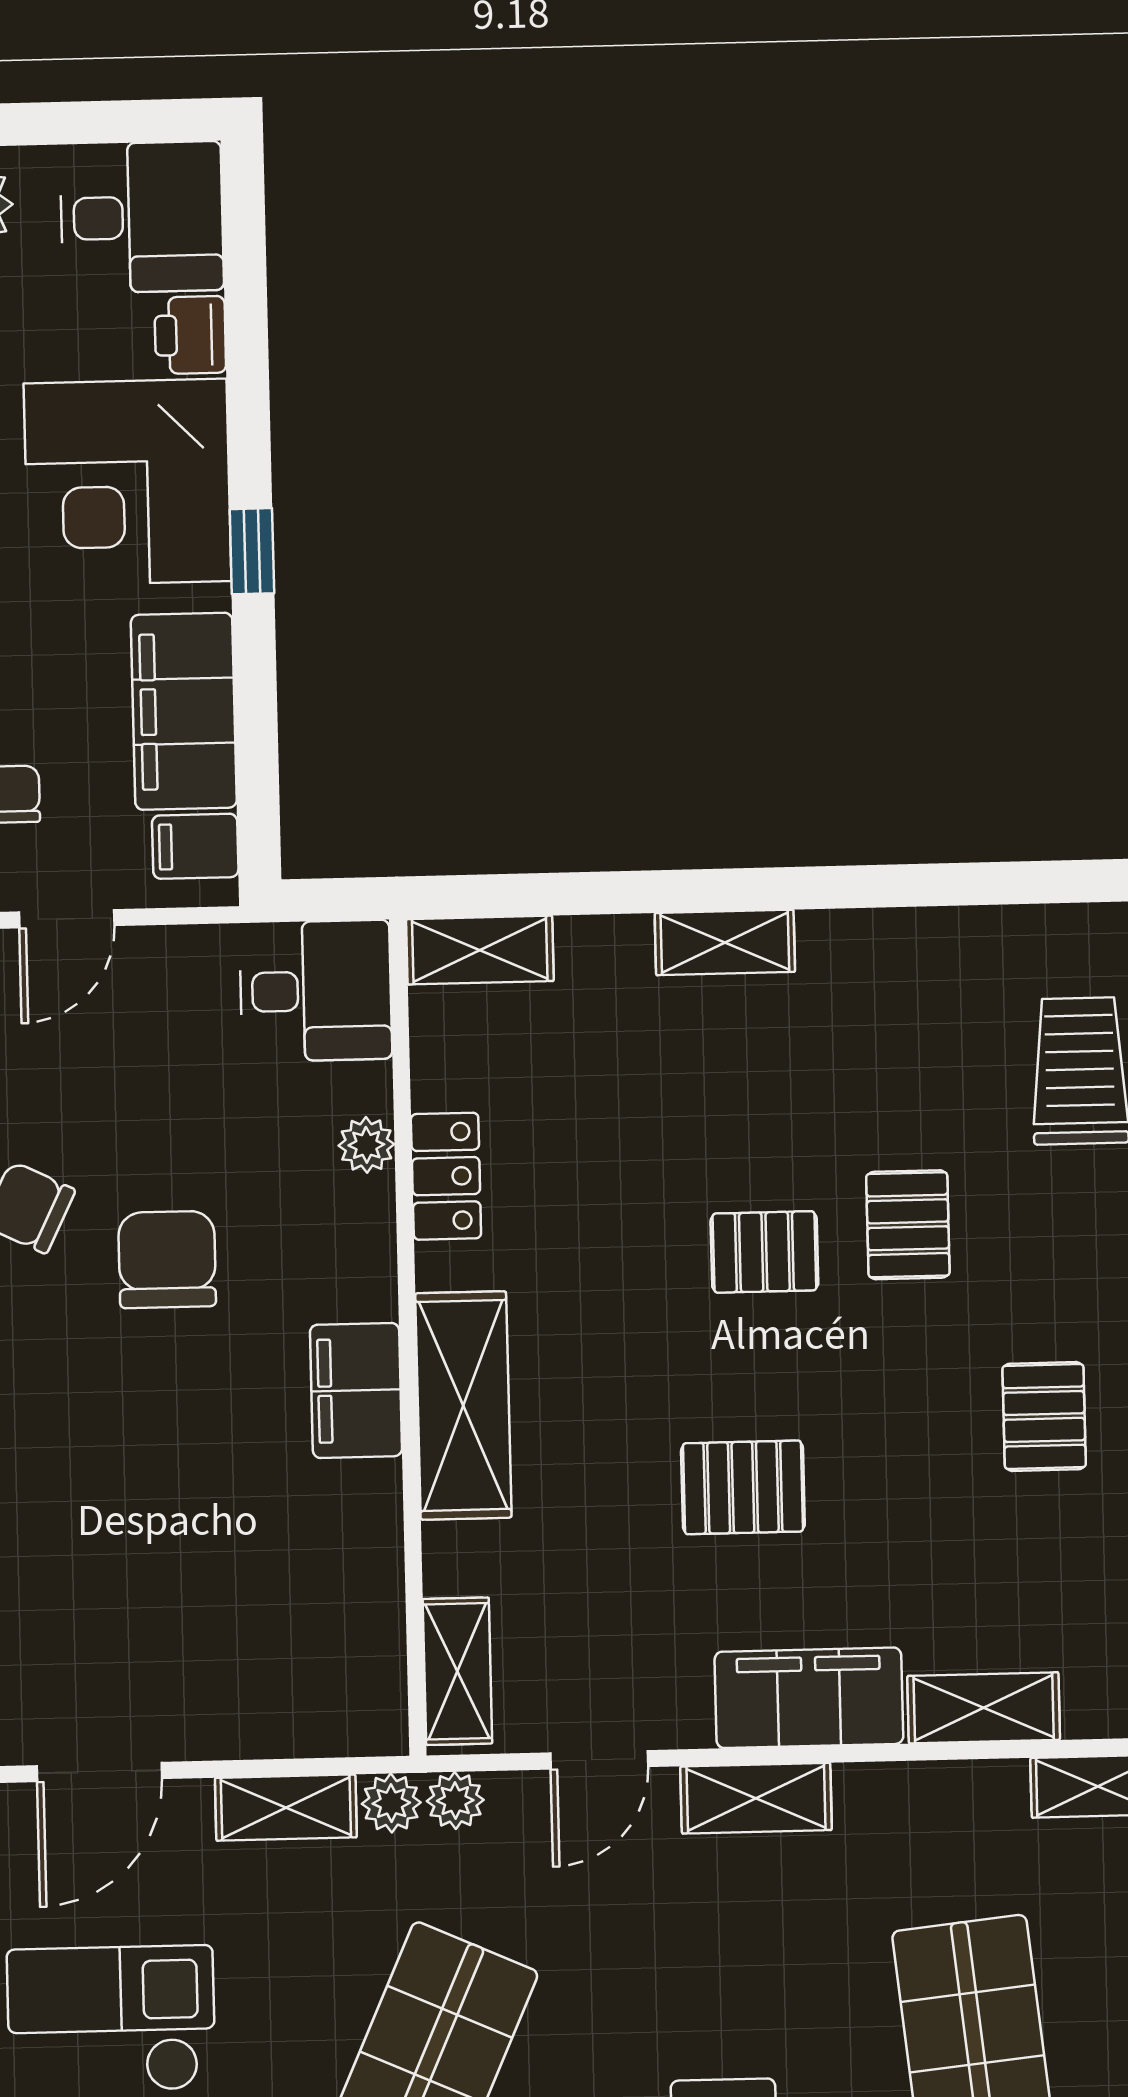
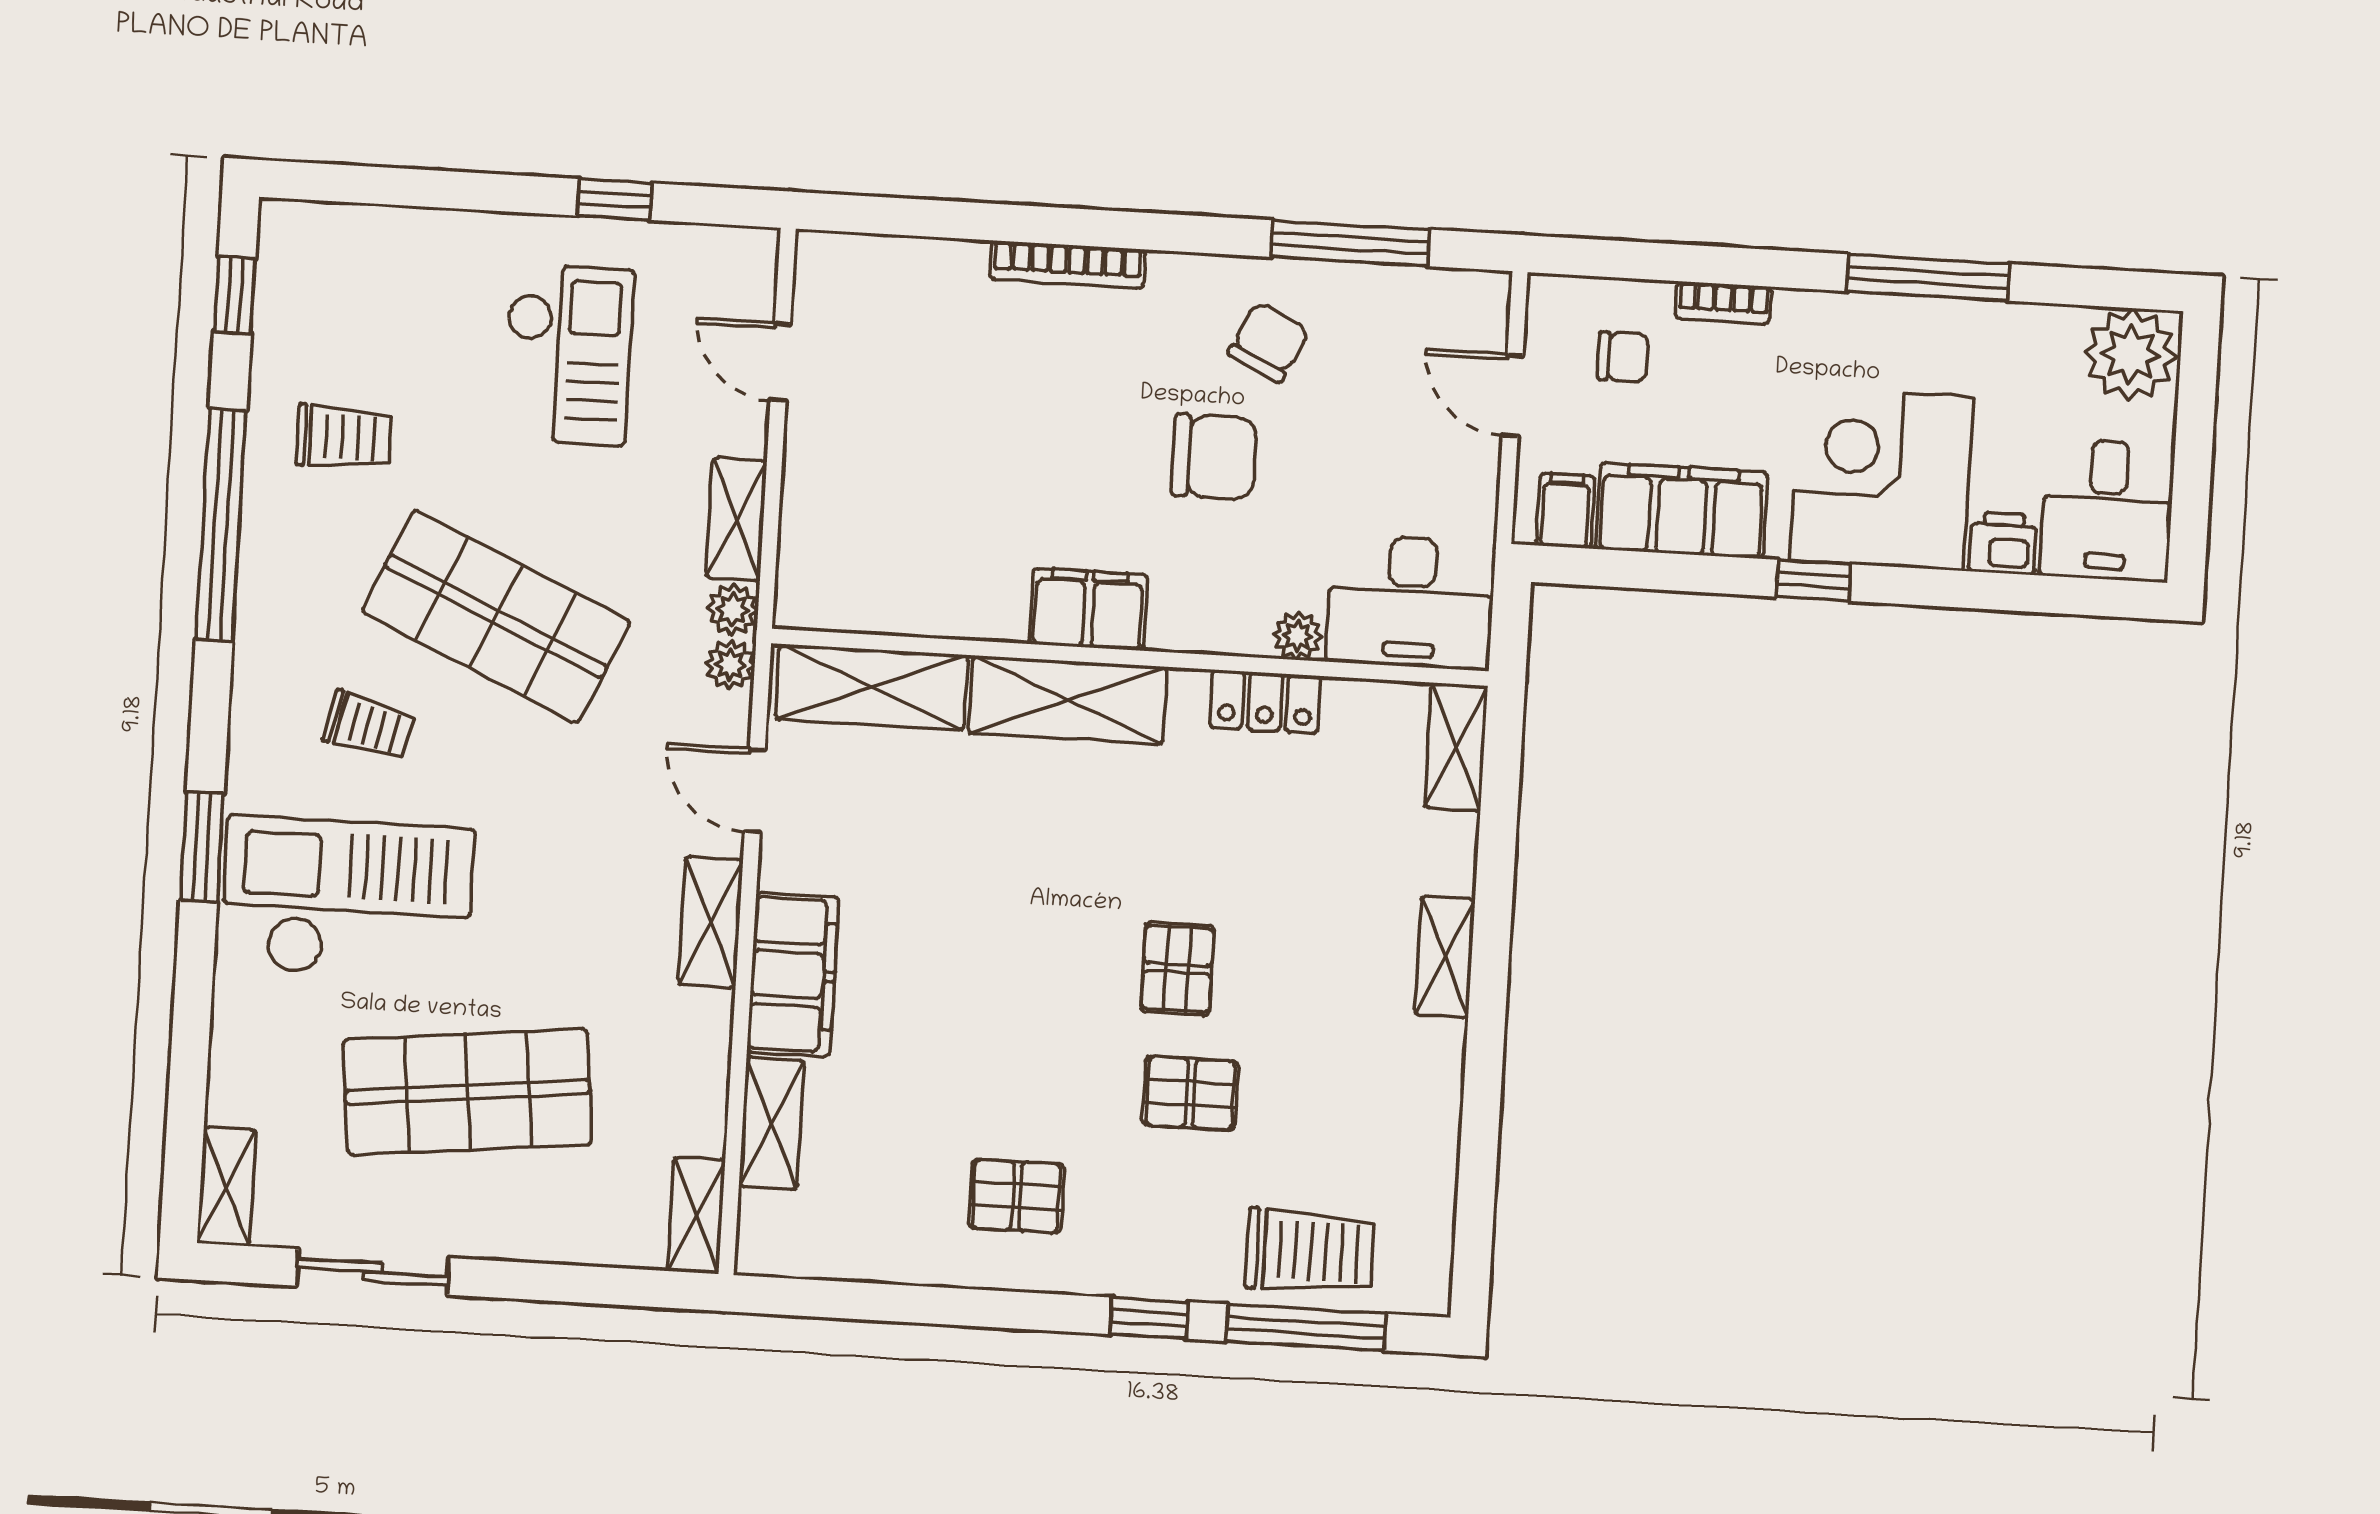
desk: (316, 991) -> (1411, 602), width x1.37
pallet: (743, 1487) -> (978, 933), removed
shelving: (457, 1671) -> (872, 687), width x1.50, depth x1.33
door: (99, 1772) -> (780, 362), width x0.73

